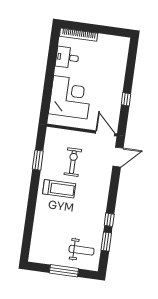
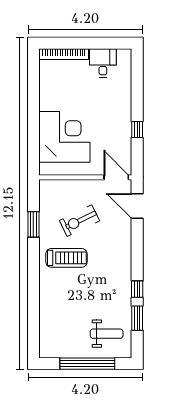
desk: (67, 57) -> (103, 63), moved, turned 90
door: (118, 157) -> (137, 206), swing flipped
exercise bike: (73, 162) -> (79, 221), turned -116
window: (64, 271) -> (87, 364), width x1.46

